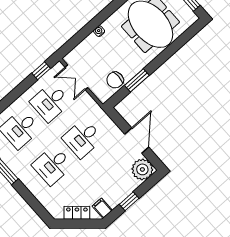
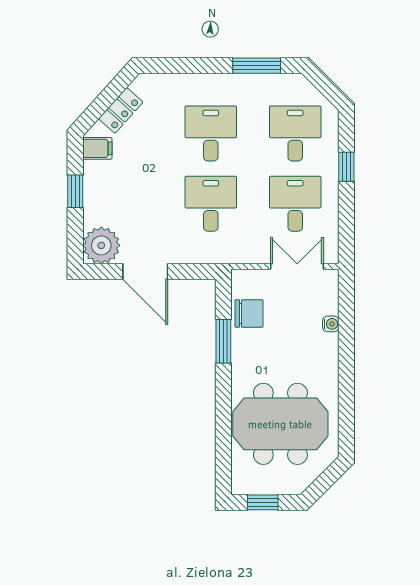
water cooler: (99, 31) -> (331, 324), moved
window: (41, 71) -> (346, 167), moved
chair: (115, 80) -> (249, 313), turned 90

